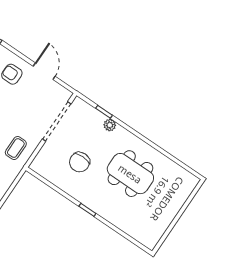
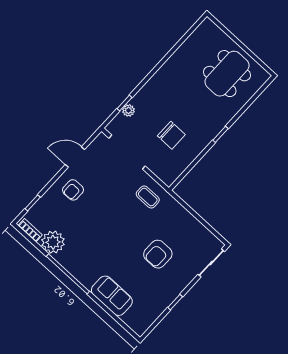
plant: (110, 125) -> (128, 110), moved
dining table: (130, 174) -> (227, 74), moved

